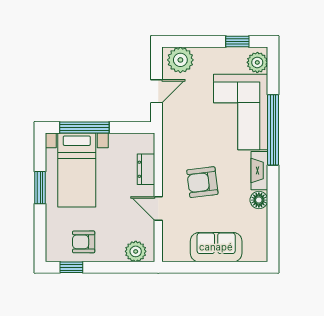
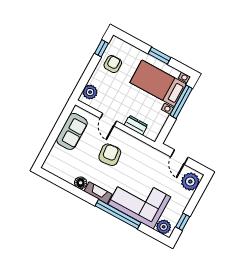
door: (158, 209) -> (108, 120), swing flipped
sofa: (216, 247) -> (72, 131), moved

